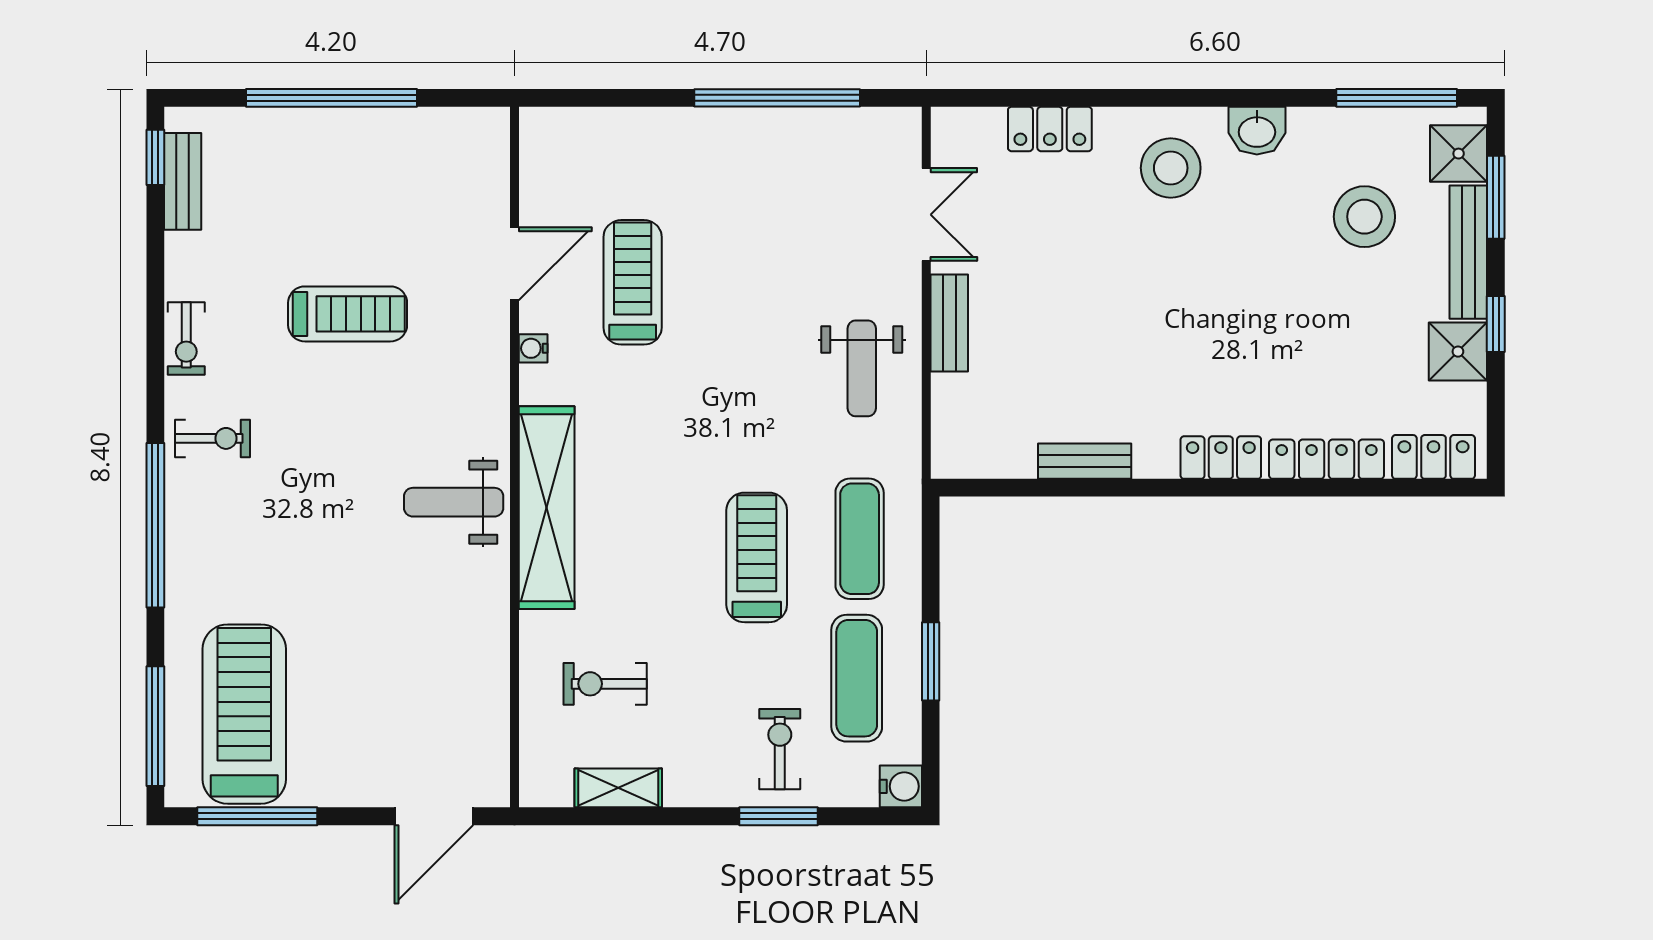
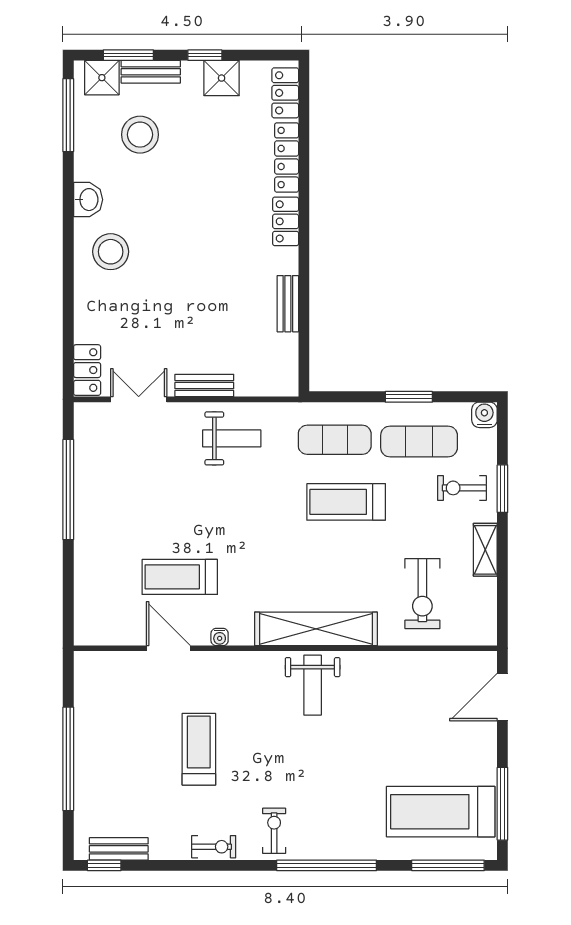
locker: (1050, 129) -> (87, 370), moved
bench: (1468, 252) -> (151, 72), width x0.73
exercise bike: (605, 684) -> (422, 594), width x1.38, depth x1.39
shelving: (618, 788) -> (485, 550), moved
door: (434, 816) -> (502, 697), swing flipped

